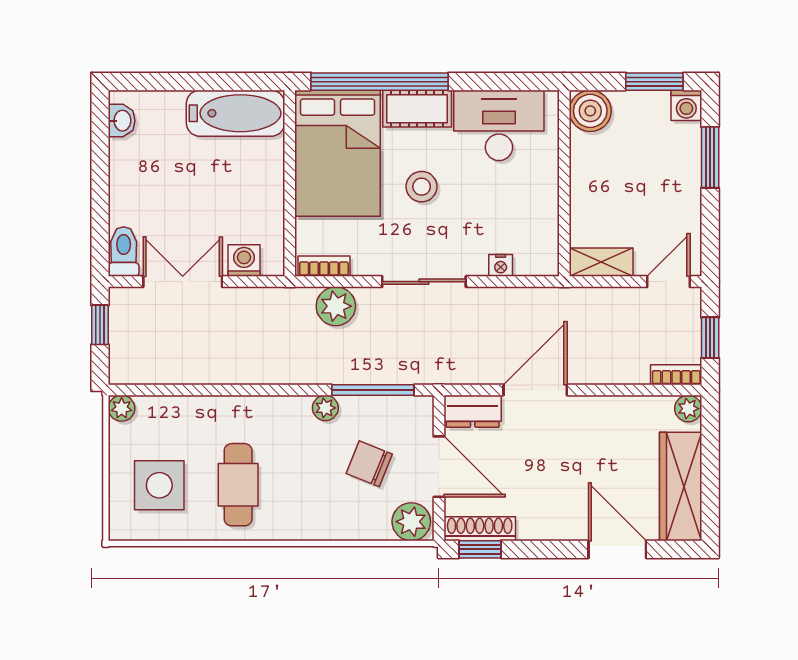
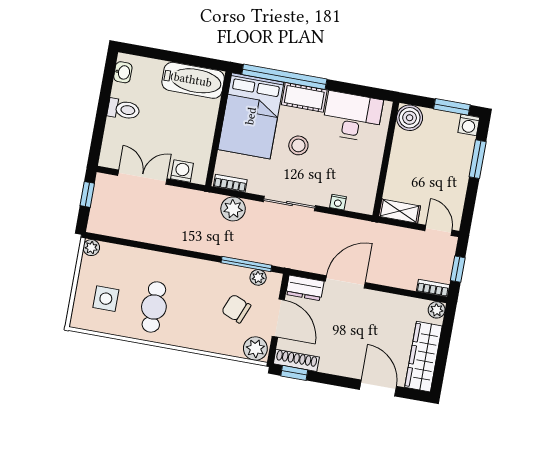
toilet: (124, 251) -> (124, 109), moved, turned 90
door: (668, 282) -> (439, 230), hinge flipped
plant: (325, 408) -> (258, 277), moved
side table: (159, 485) -> (106, 299), width x0.73, depth x0.73

